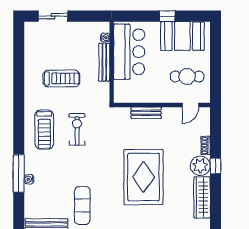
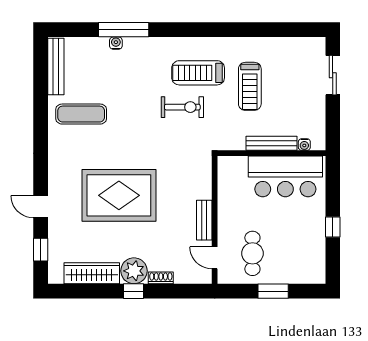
booth: (182, 36) -> (306, 247), removed
window: (215, 61) -> (273, 291), added
bench: (146, 113) -> (204, 220), moved
treadmill: (44, 130) -> (198, 73), moved

